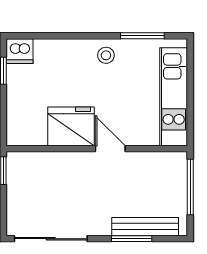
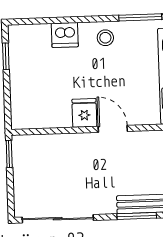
dishwasher: (20, 51) -> (65, 35), moved
fridge: (71, 126) -> (84, 113), width x0.53, depth x0.75

